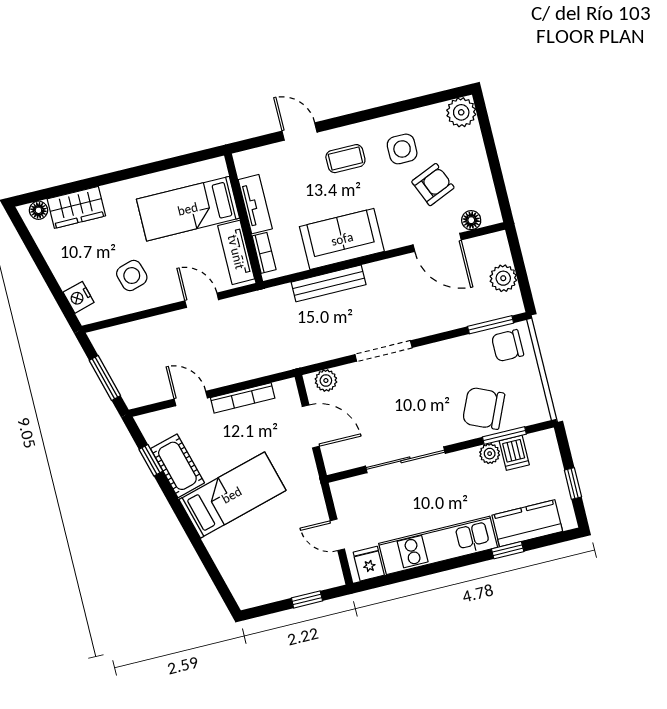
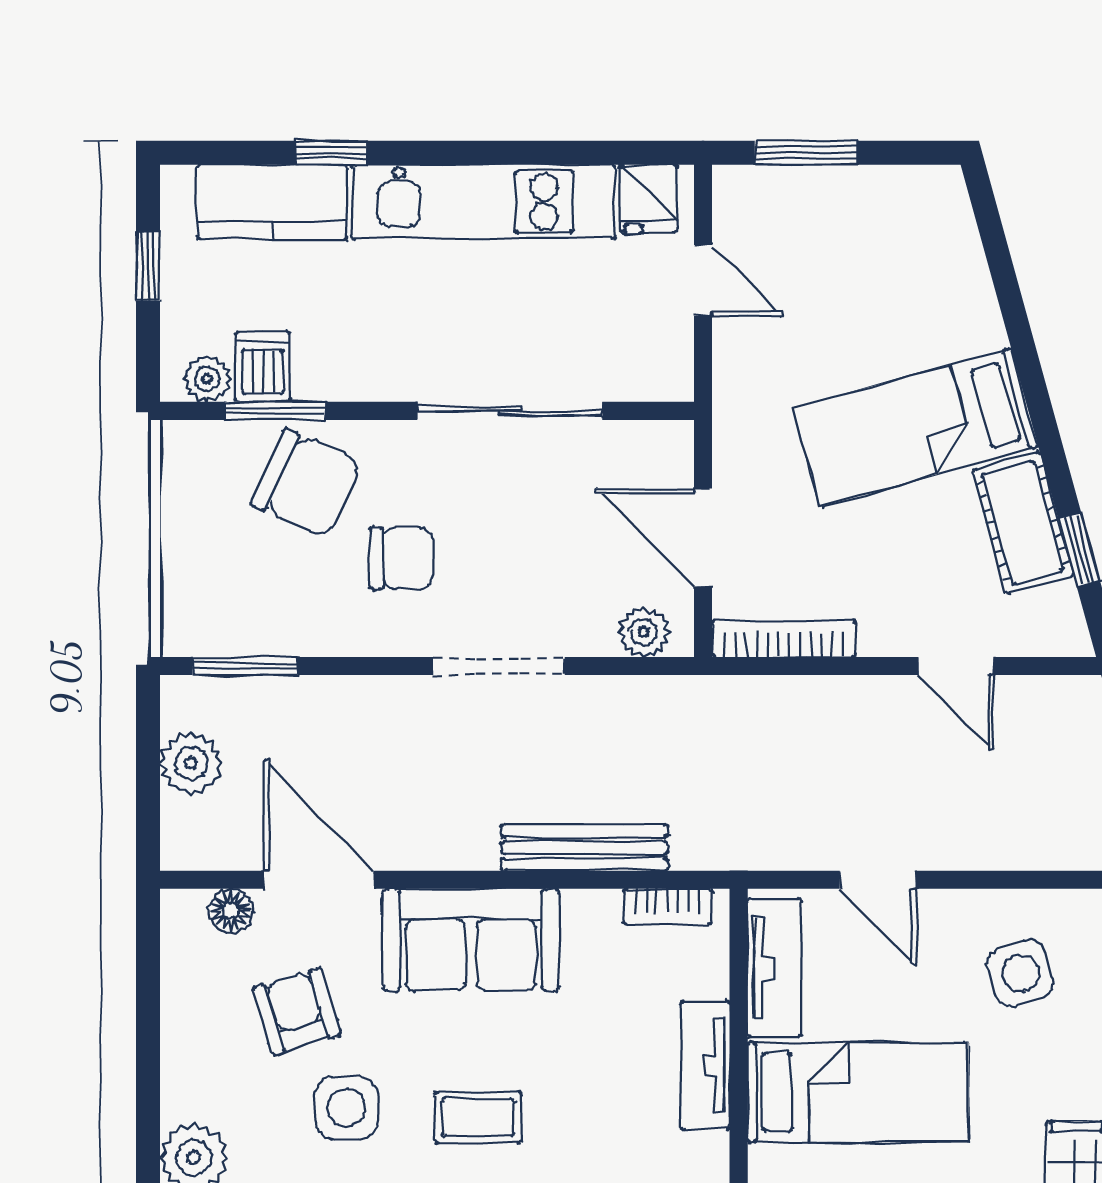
armchair: (433, 185) -> (297, 1011), turned 96
sofa: (342, 239) -> (471, 940), moved
bookcase: (264, 253) -> (668, 906), moved, turned -90
chair: (508, 346) -> (401, 558), moved
bookcase: (243, 398) -> (784, 639), moved
plant: (490, 454) -> (207, 379), moved
window: (307, 599) -> (806, 153), width x1.50

